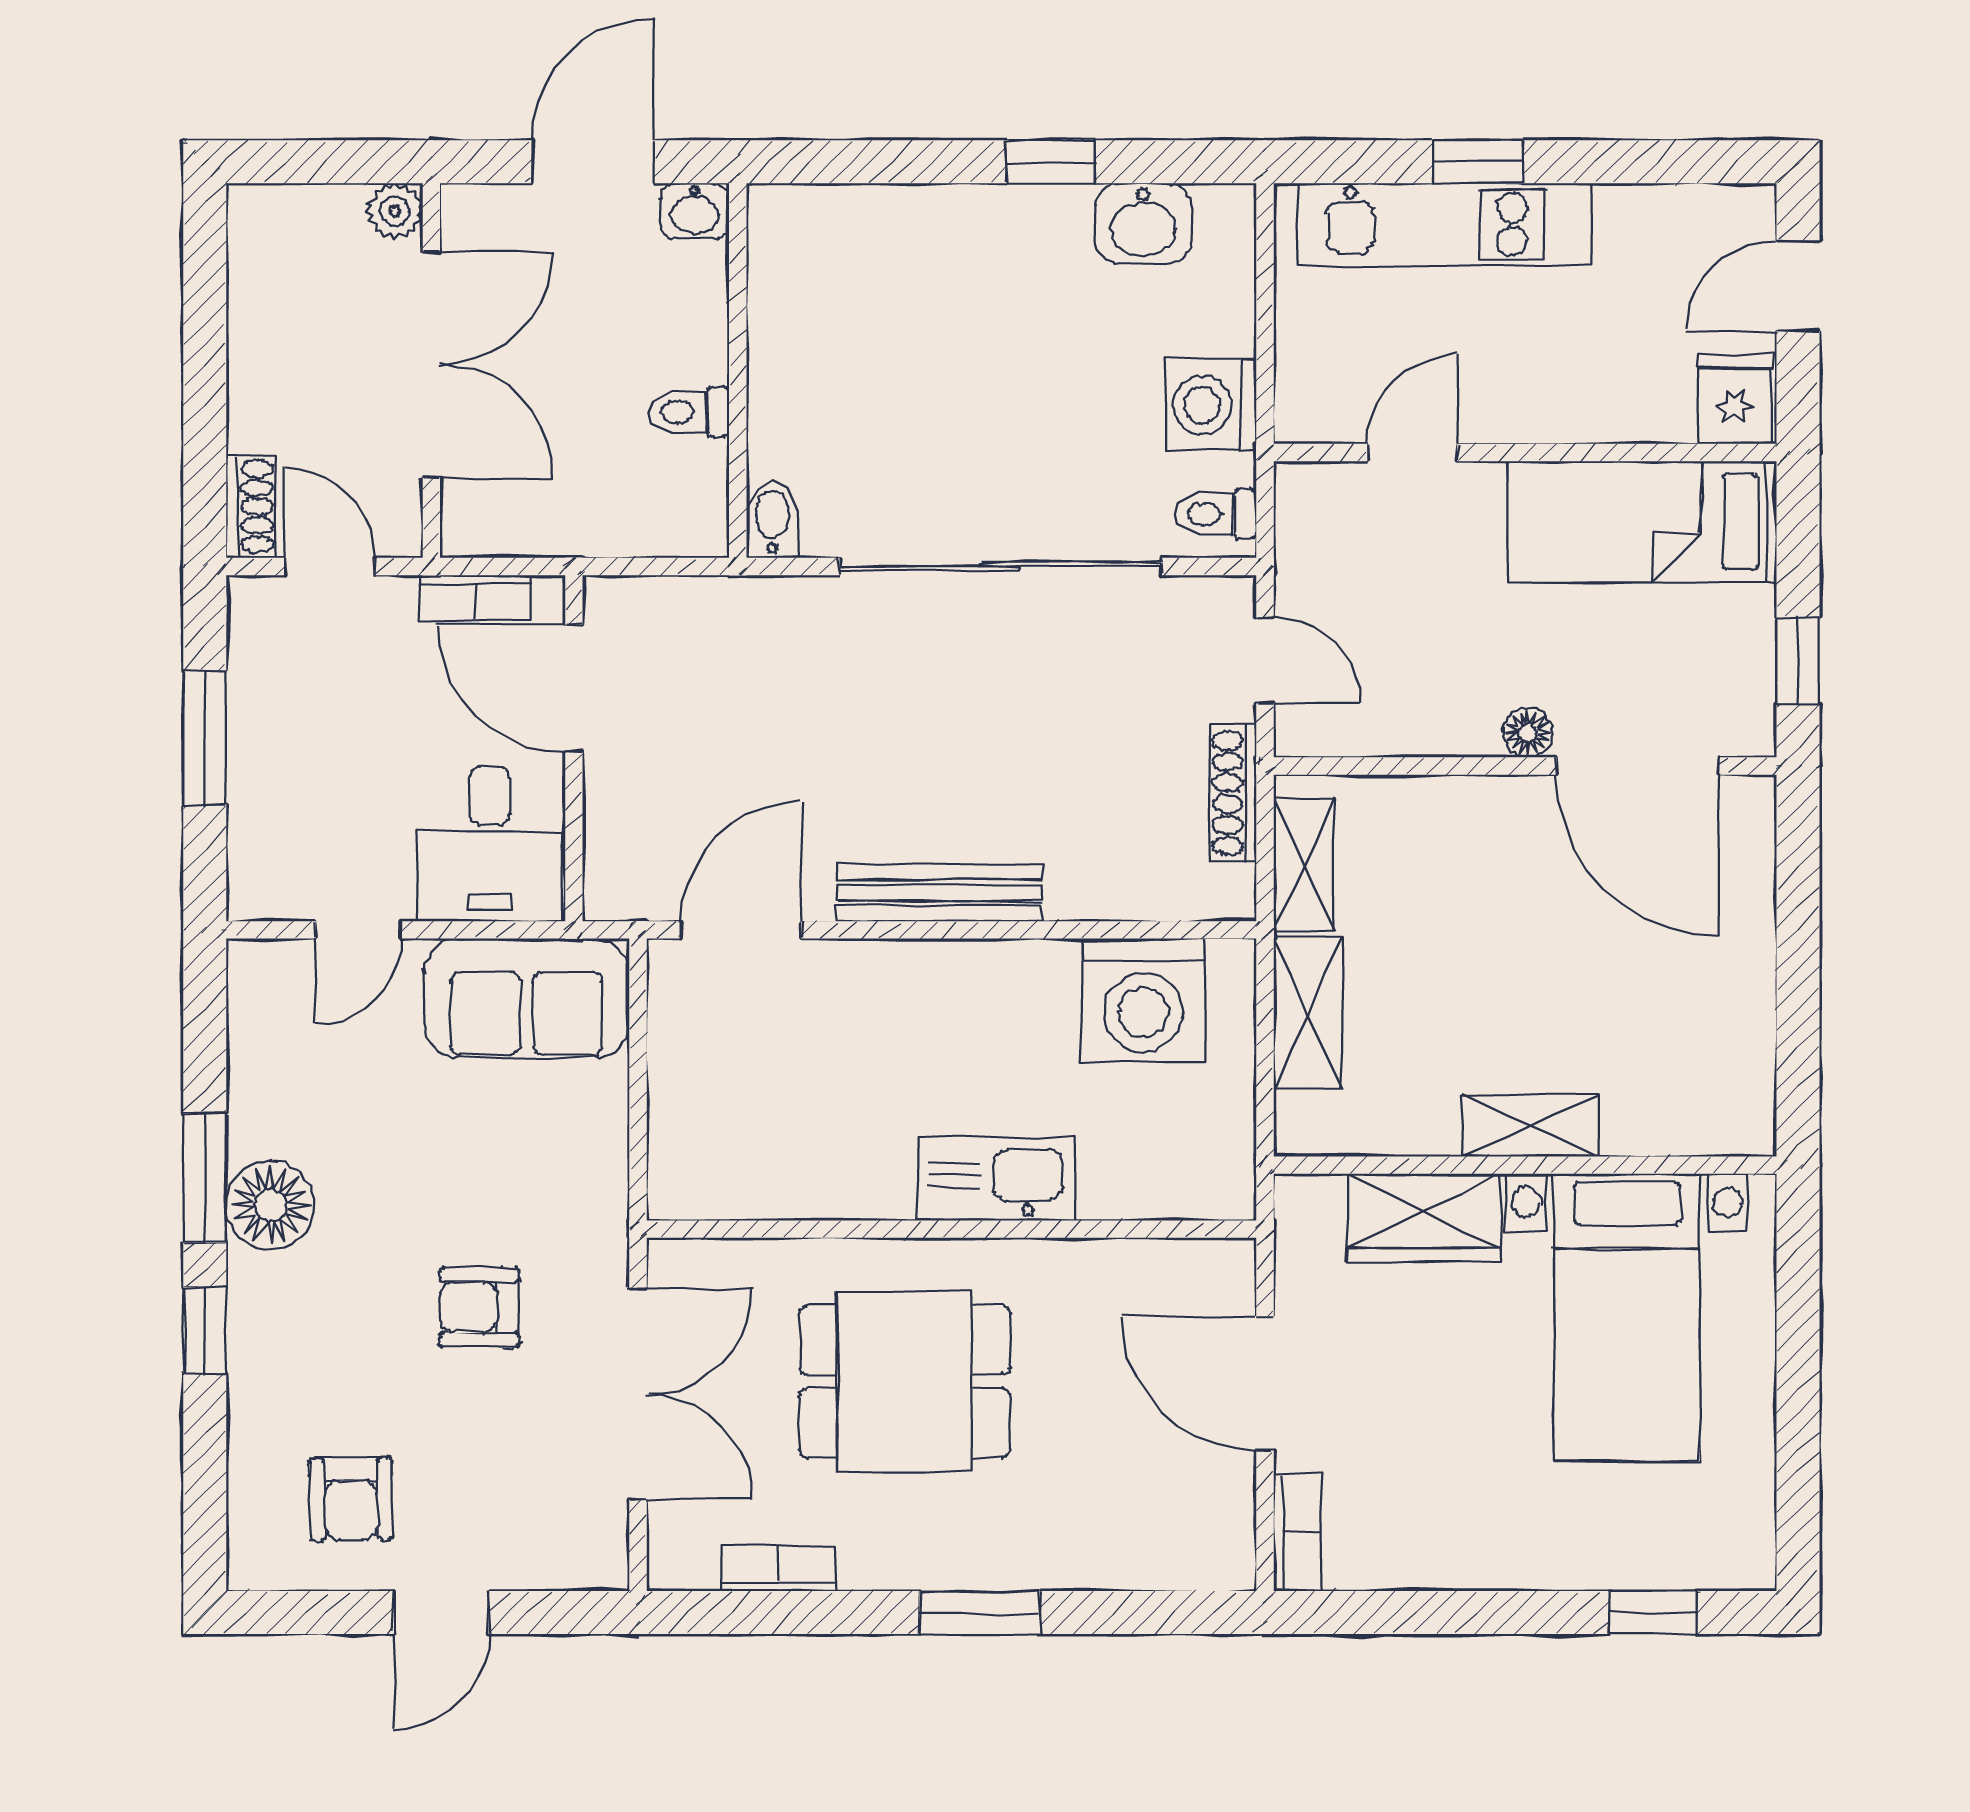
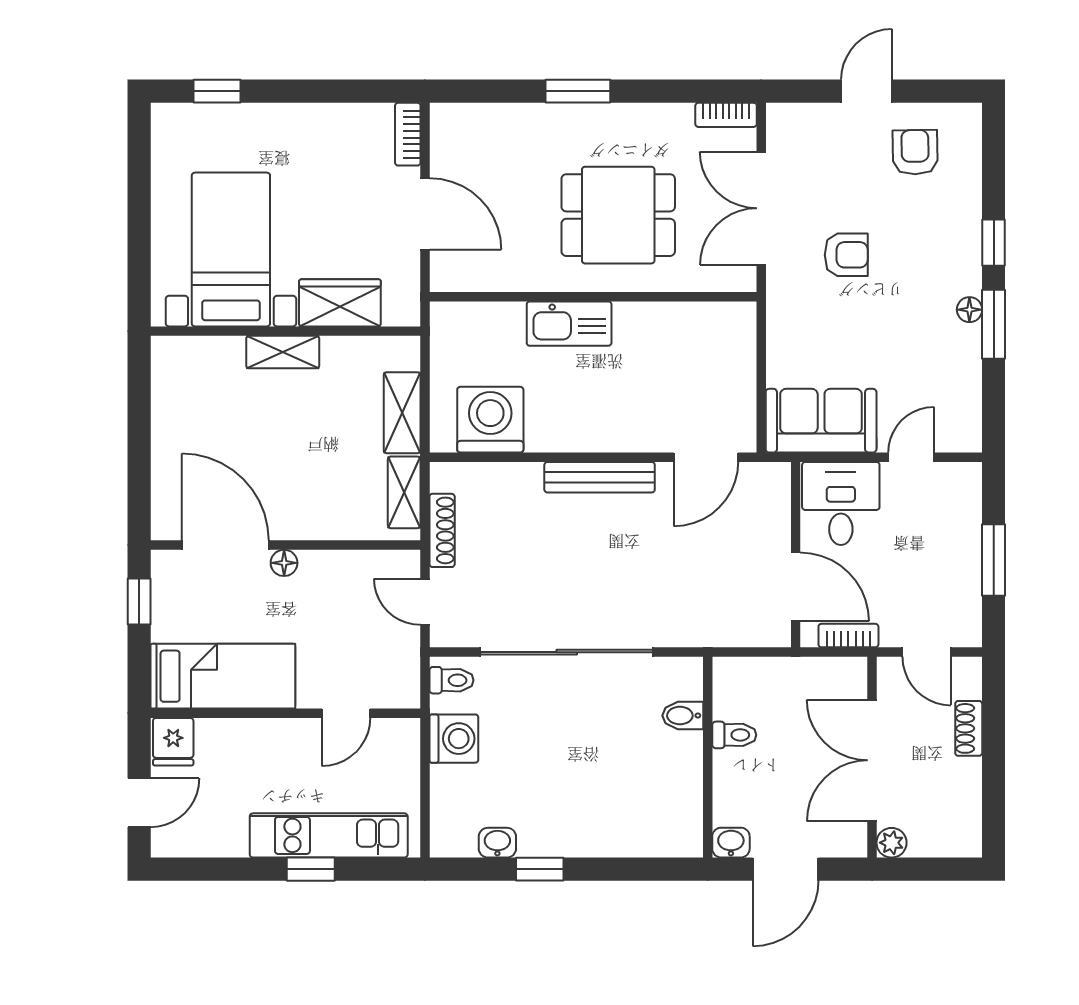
washbasin: (1143, 224) -> (497, 843), width x0.72, depth x0.69
shoe rack: (251, 507) -> (969, 728), moved
bidet: (772, 520) -> (683, 716), moved, turned 90
floor lamp: (270, 1205) -> (969, 310), width x0.53, depth x0.53
bookcase: (778, 1568) -> (726, 115), moved

